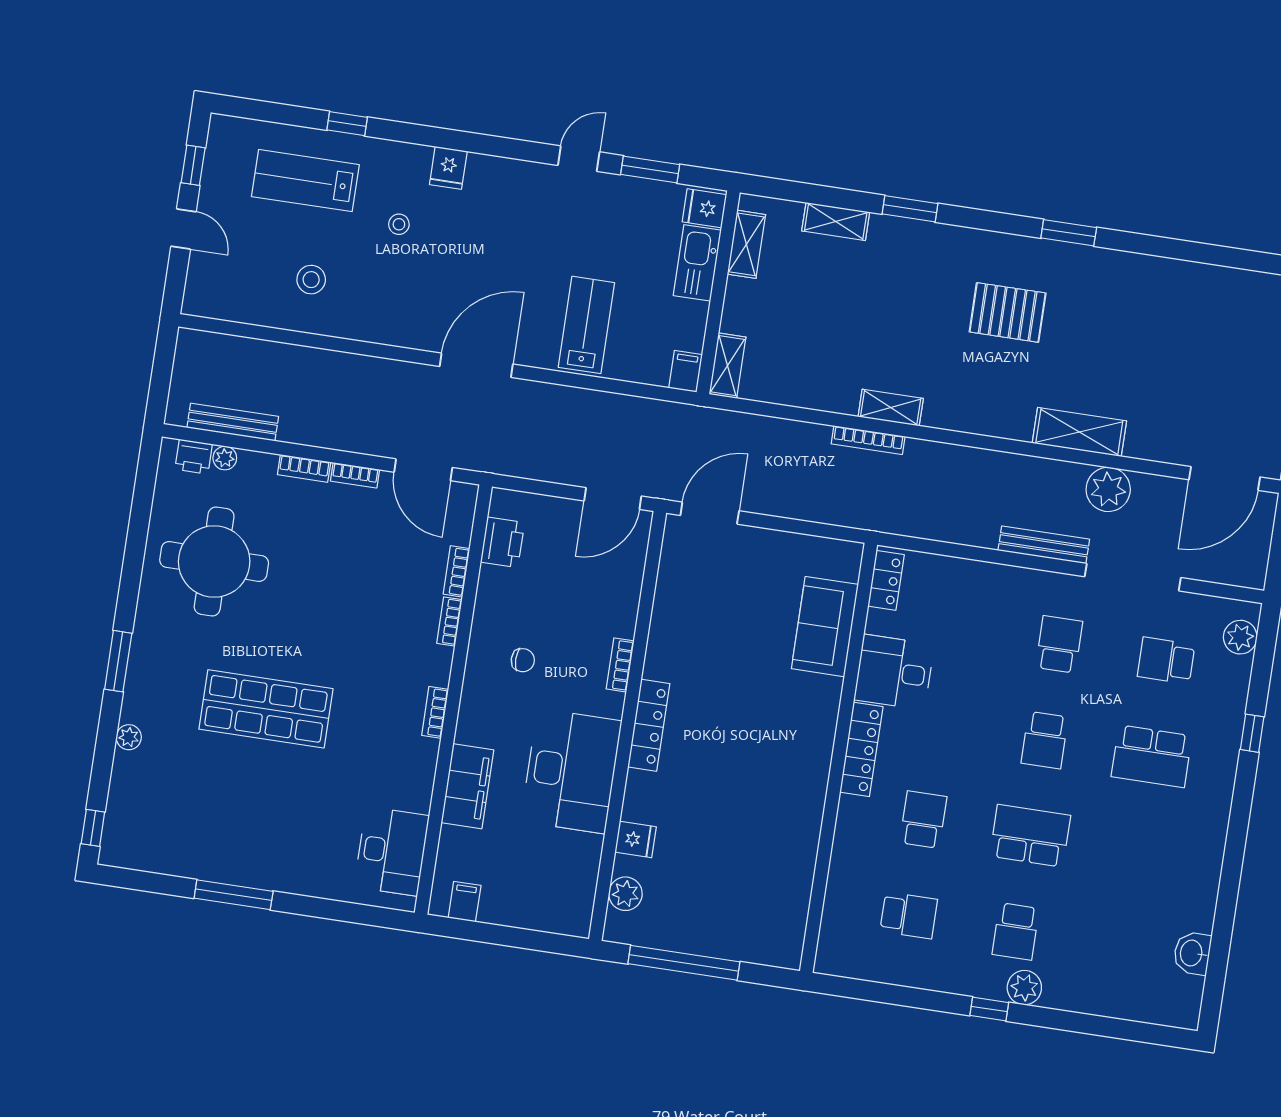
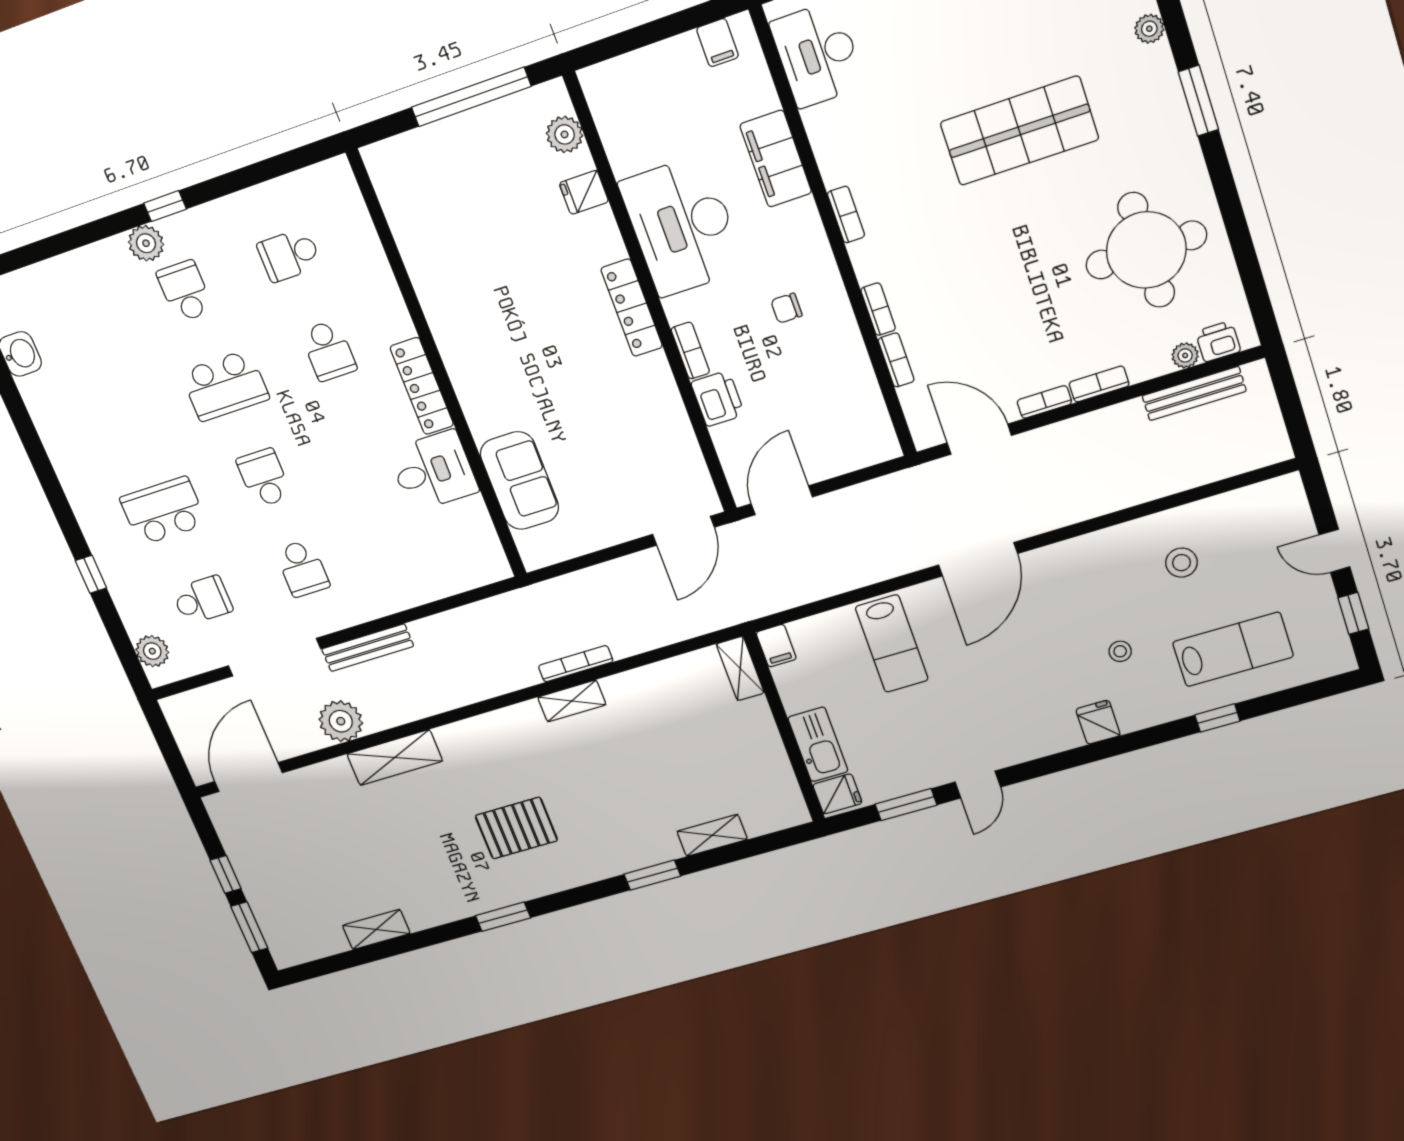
shelving: (746, 244) -> (376, 929), moved, turned 90
printer: (503, 542) -> (718, 399), moved, turned 180
locker: (886, 580) -> (488, 549), removed

